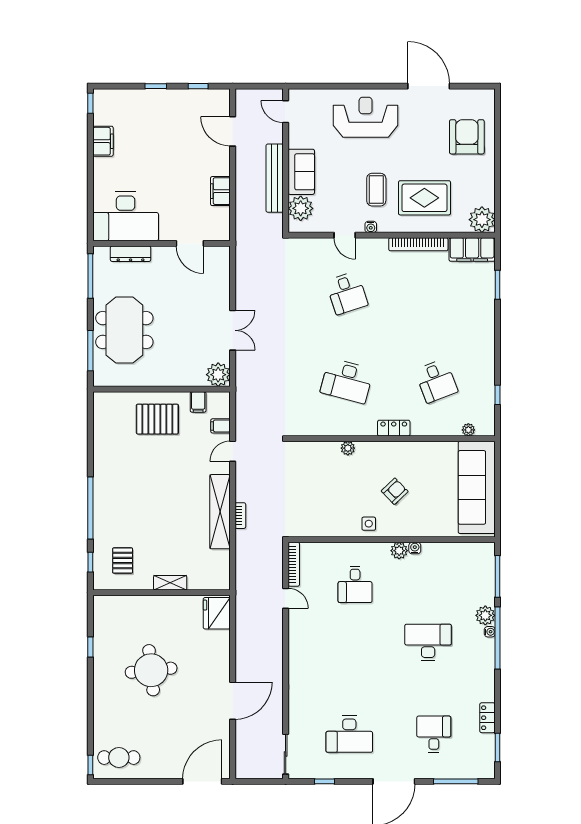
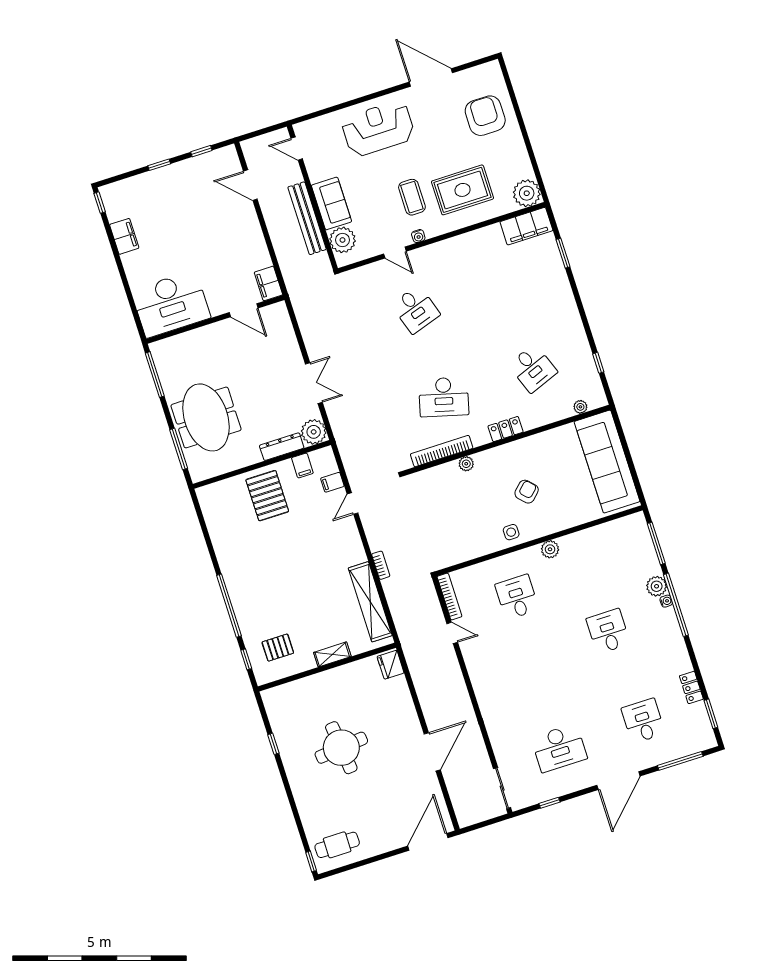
filing cabinet: (220, 191) -> (268, 283), moved
bookcase: (418, 244) -> (442, 451), moved, turned 180
dresser: (131, 254) -> (282, 447), moved, turned 180
pallet: (157, 419) -> (267, 496), turned 90
shelving: (220, 512) -> (370, 602), moved
water cooler: (415, 548) -> (565, 542), removed
pallet: (123, 561) -> (278, 648), turned 90
desk: (355, 584) -> (517, 597), turned 180
fridge: (217, 613) -> (391, 665), width x0.73, depth x0.75
desk: (428, 642) -> (608, 631), width x0.73

